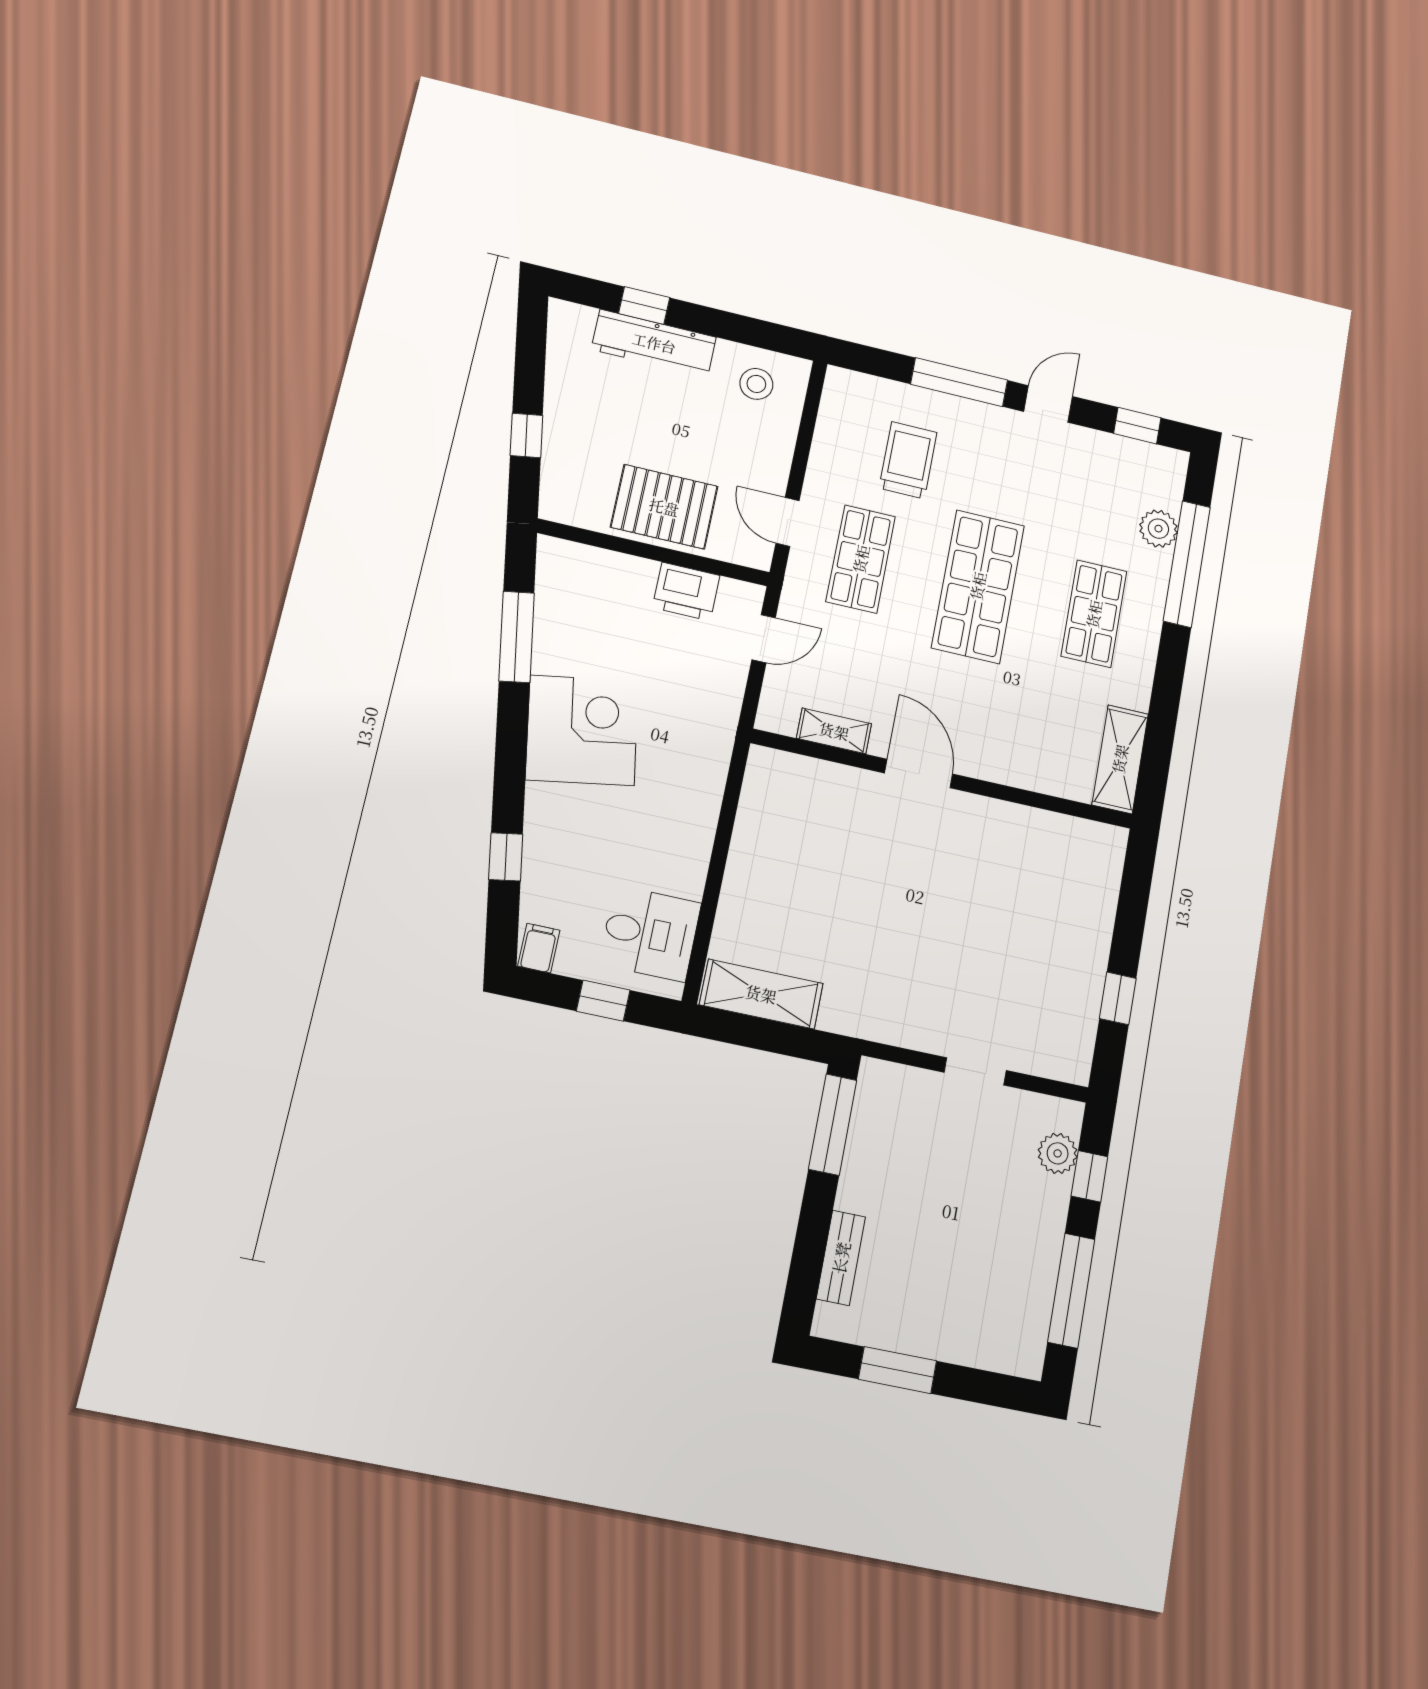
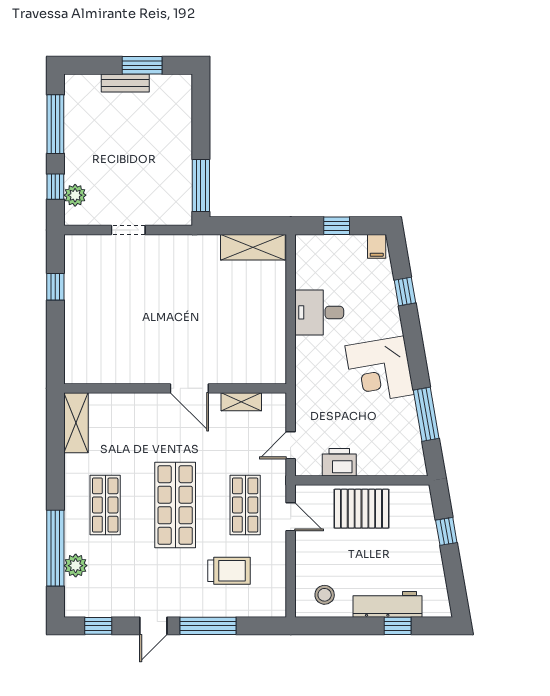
trolley: (908, 460) -> (229, 571), turned -90
desk: (650, 934) -> (319, 312), moved
bench: (841, 1258) -> (125, 83), moved, turned 90

